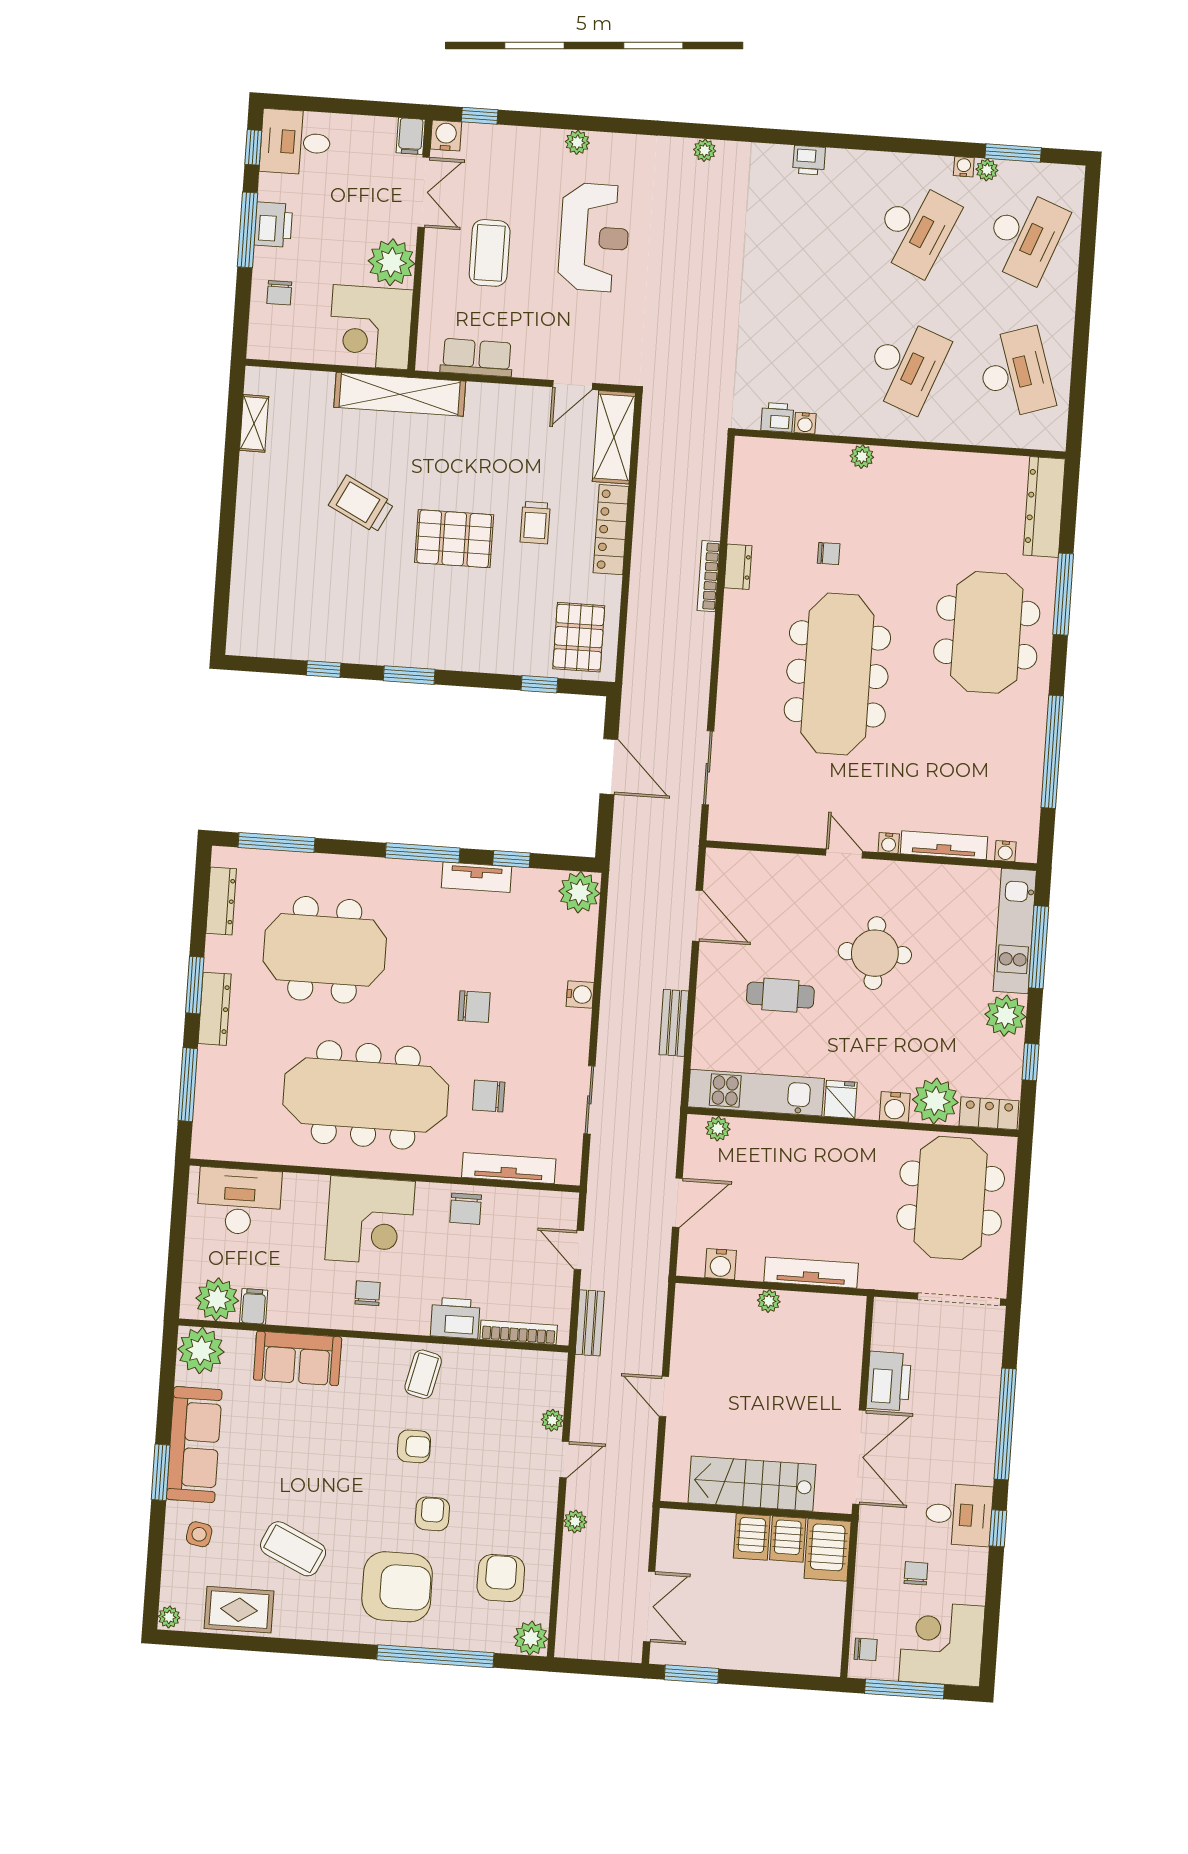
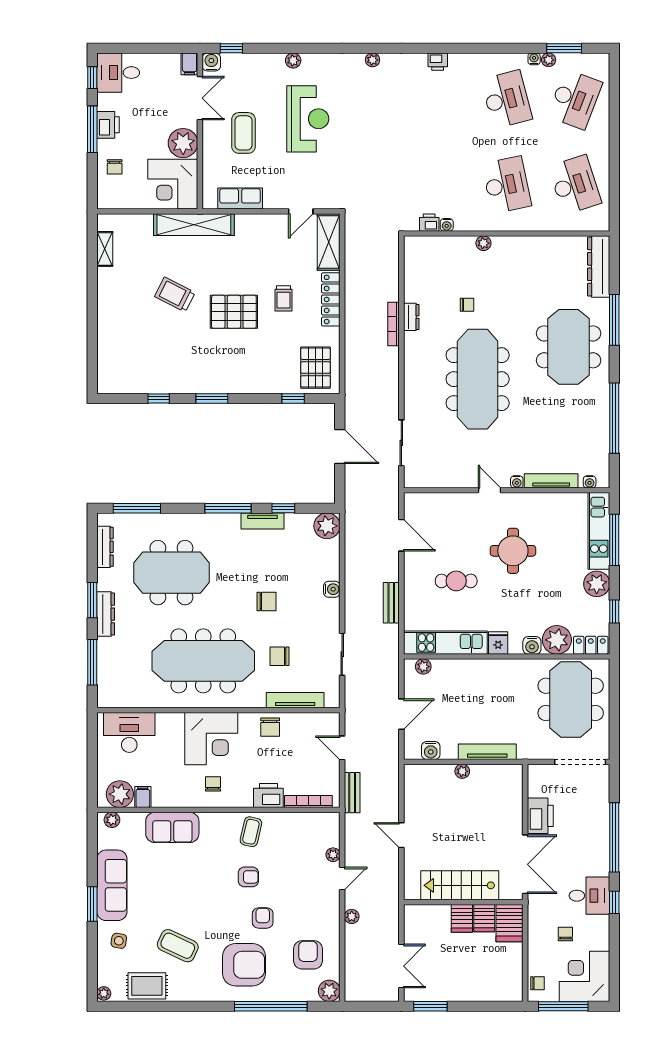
desk: (915, 228) -> (507, 99), turned -39
desk: (906, 366) -> (507, 185), turned -33
plant: (201, 1350) -> (112, 820), width x0.53, depth x0.53

